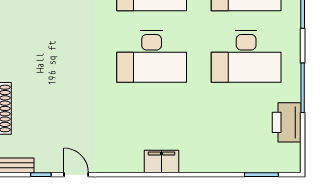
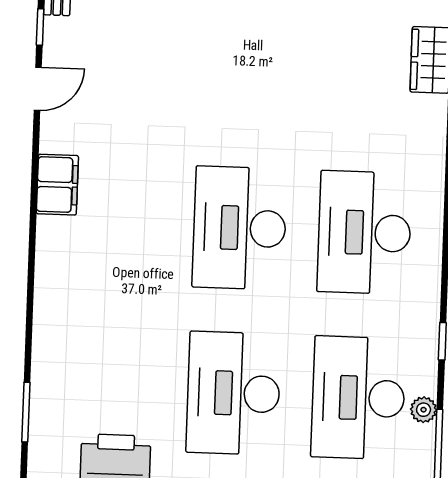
filing cabinet: (161, 161) -> (57, 185), moved

